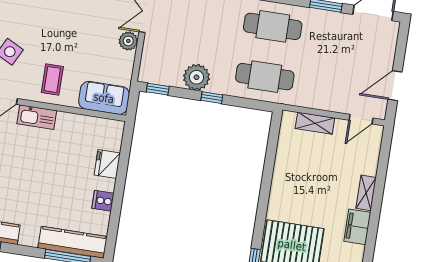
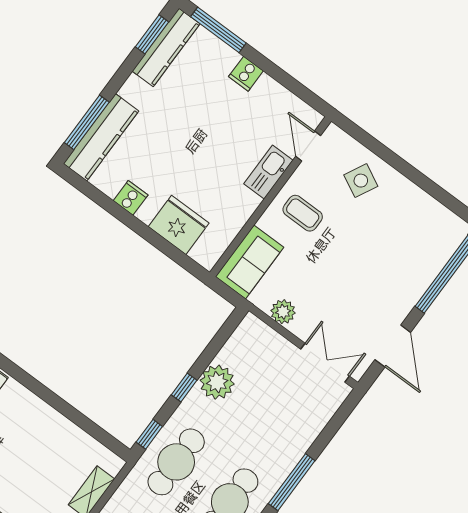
plant: (128, 41) -> (283, 312), moved
window: (158, 89) -> (149, 434), moved
fridge: (107, 164) -> (179, 225), width x1.36, depth x1.34

